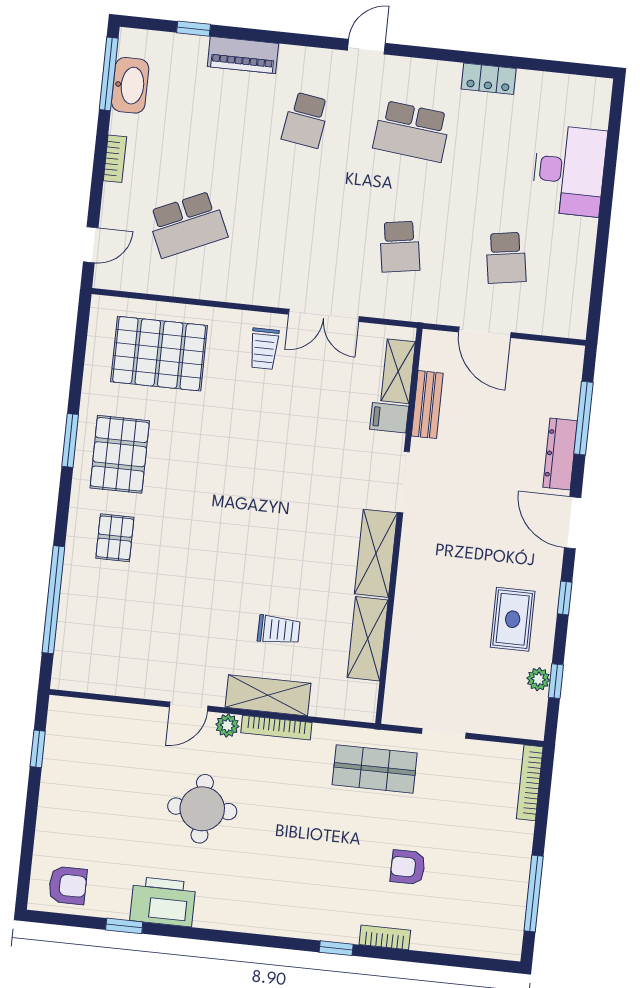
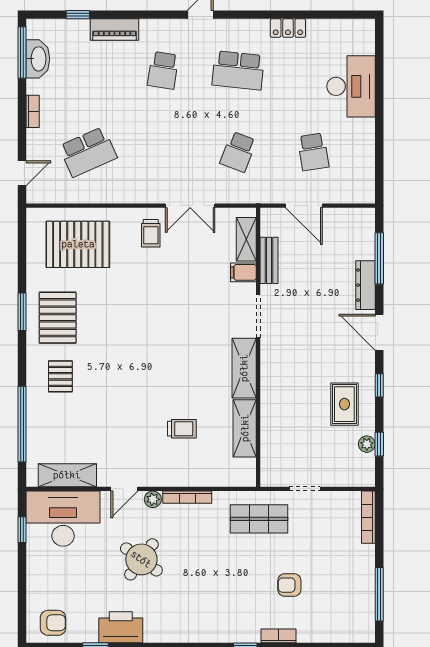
school desk: (400, 247) -> (238, 152), turned 30
shelving: (268, 695) -> (67, 475), moved
desk: (97, 739) -> (63, 519), added
round table: (202, 809) -> (141, 559), turned 36

